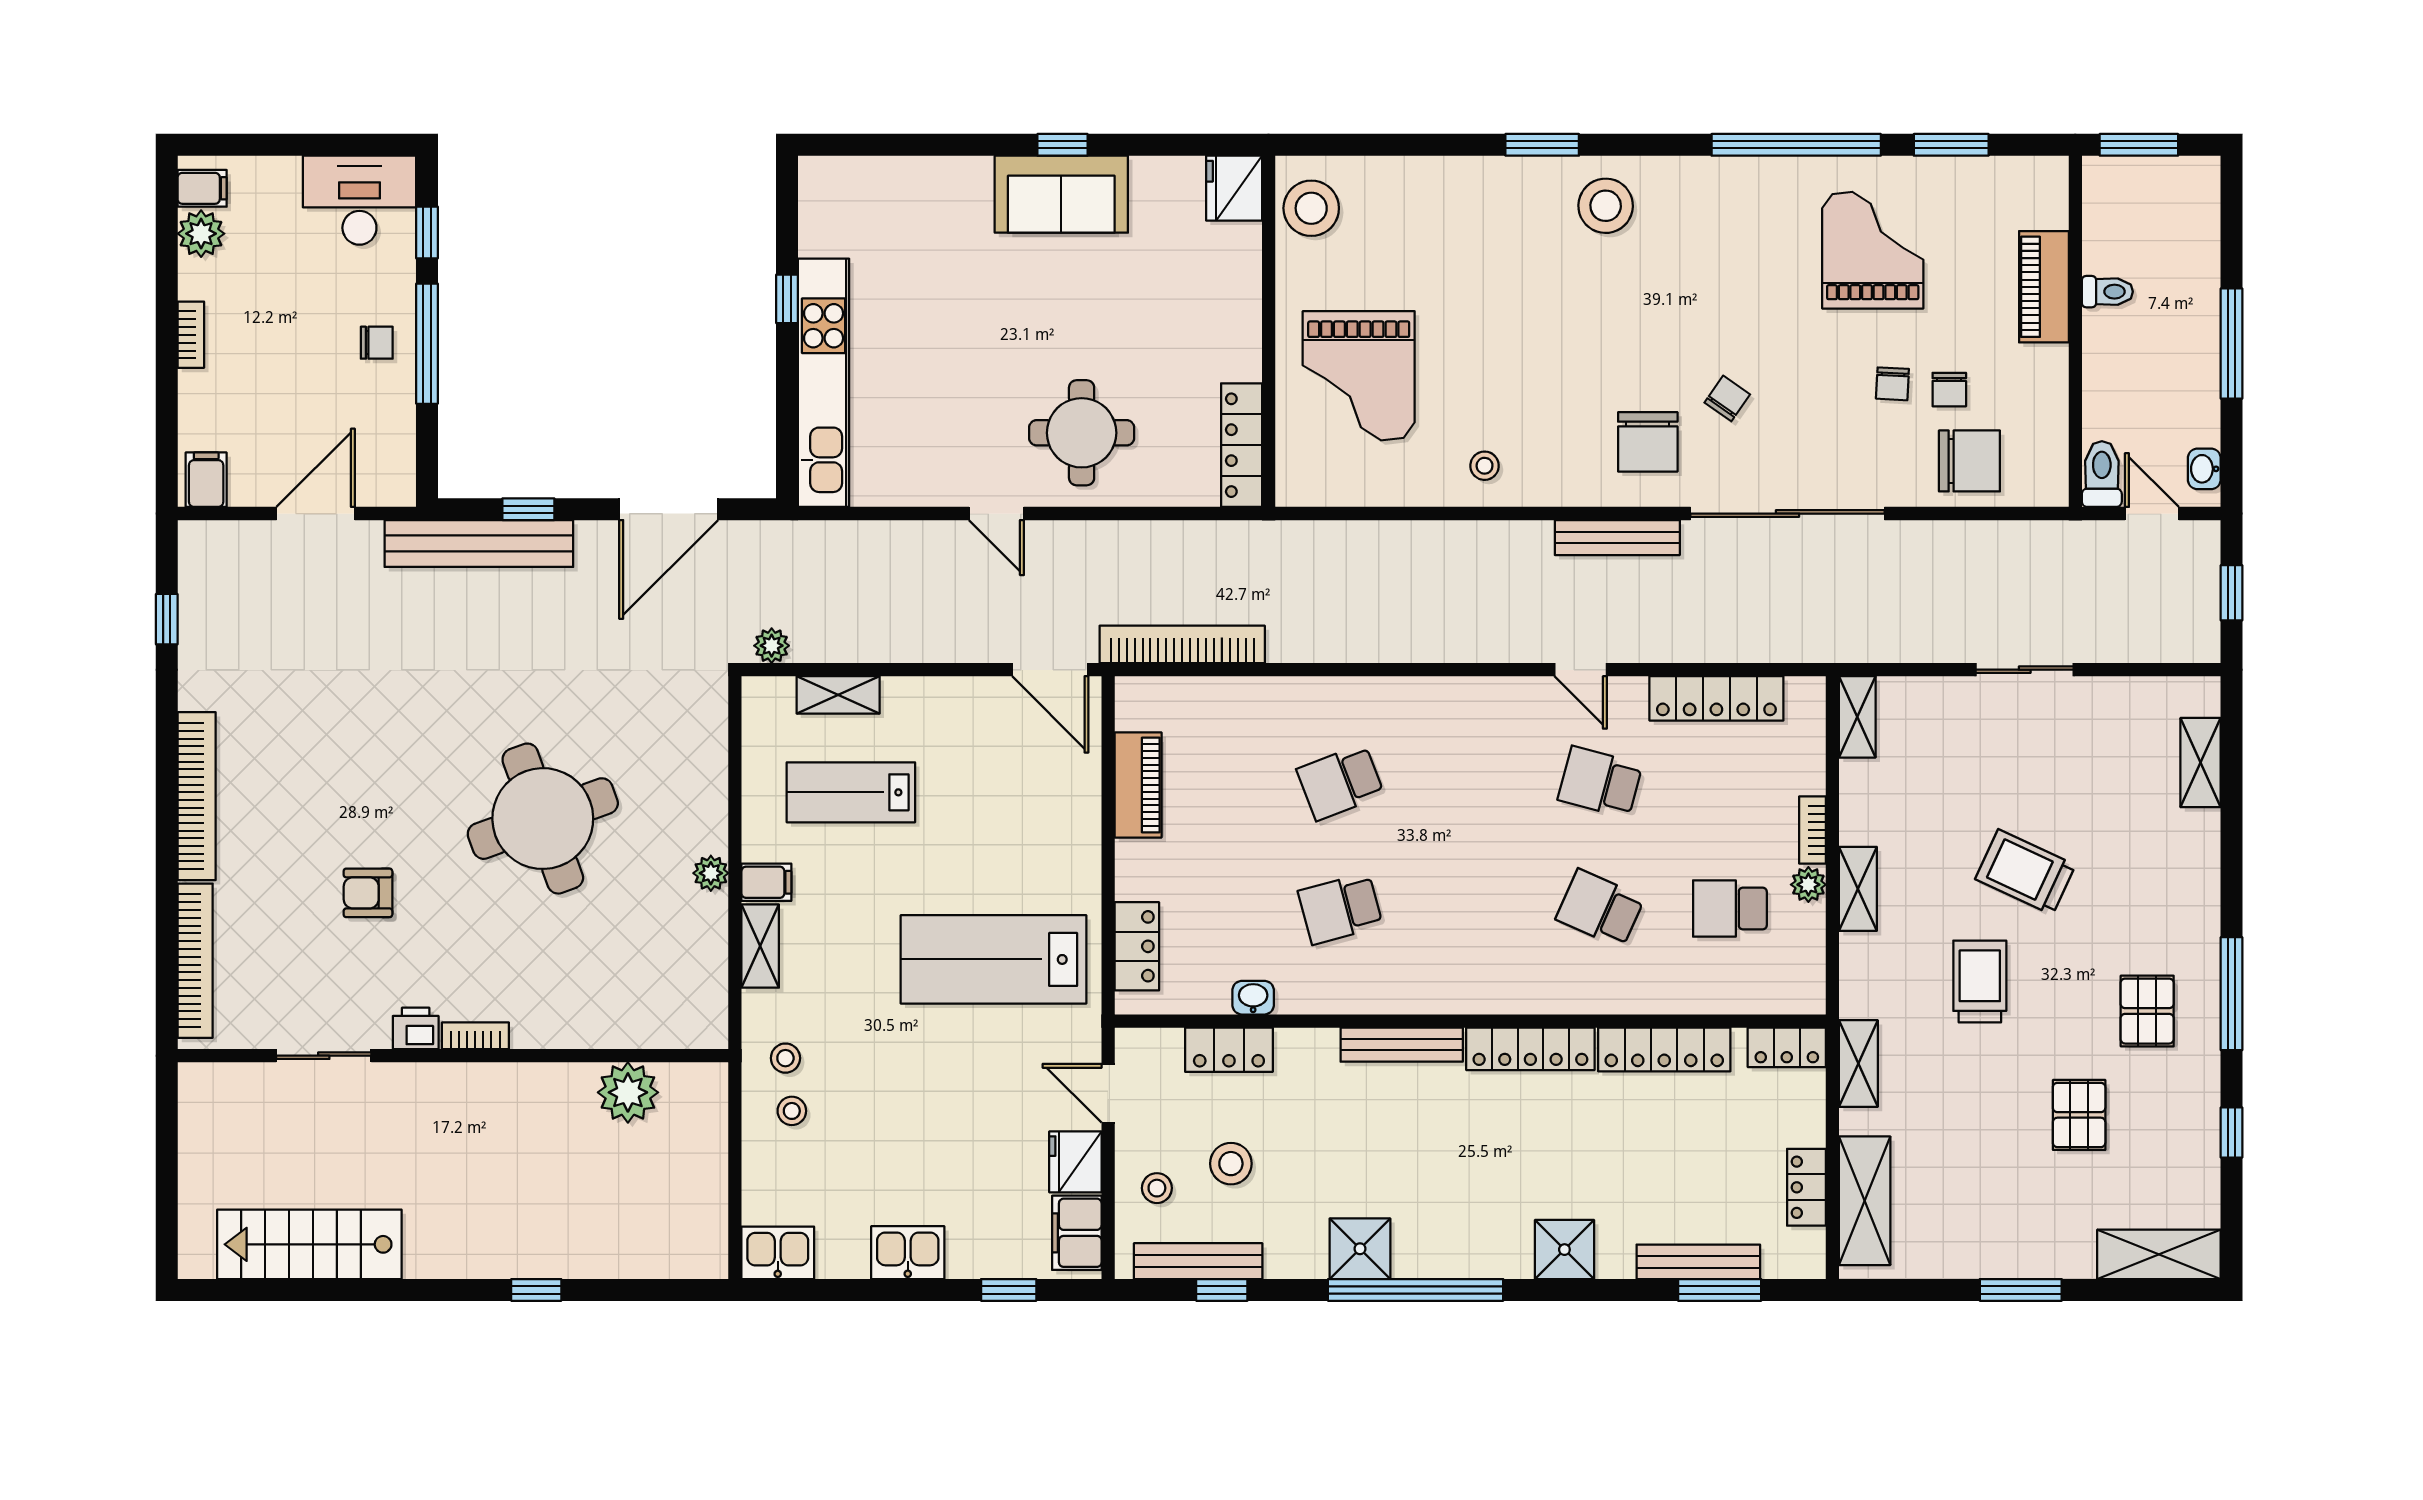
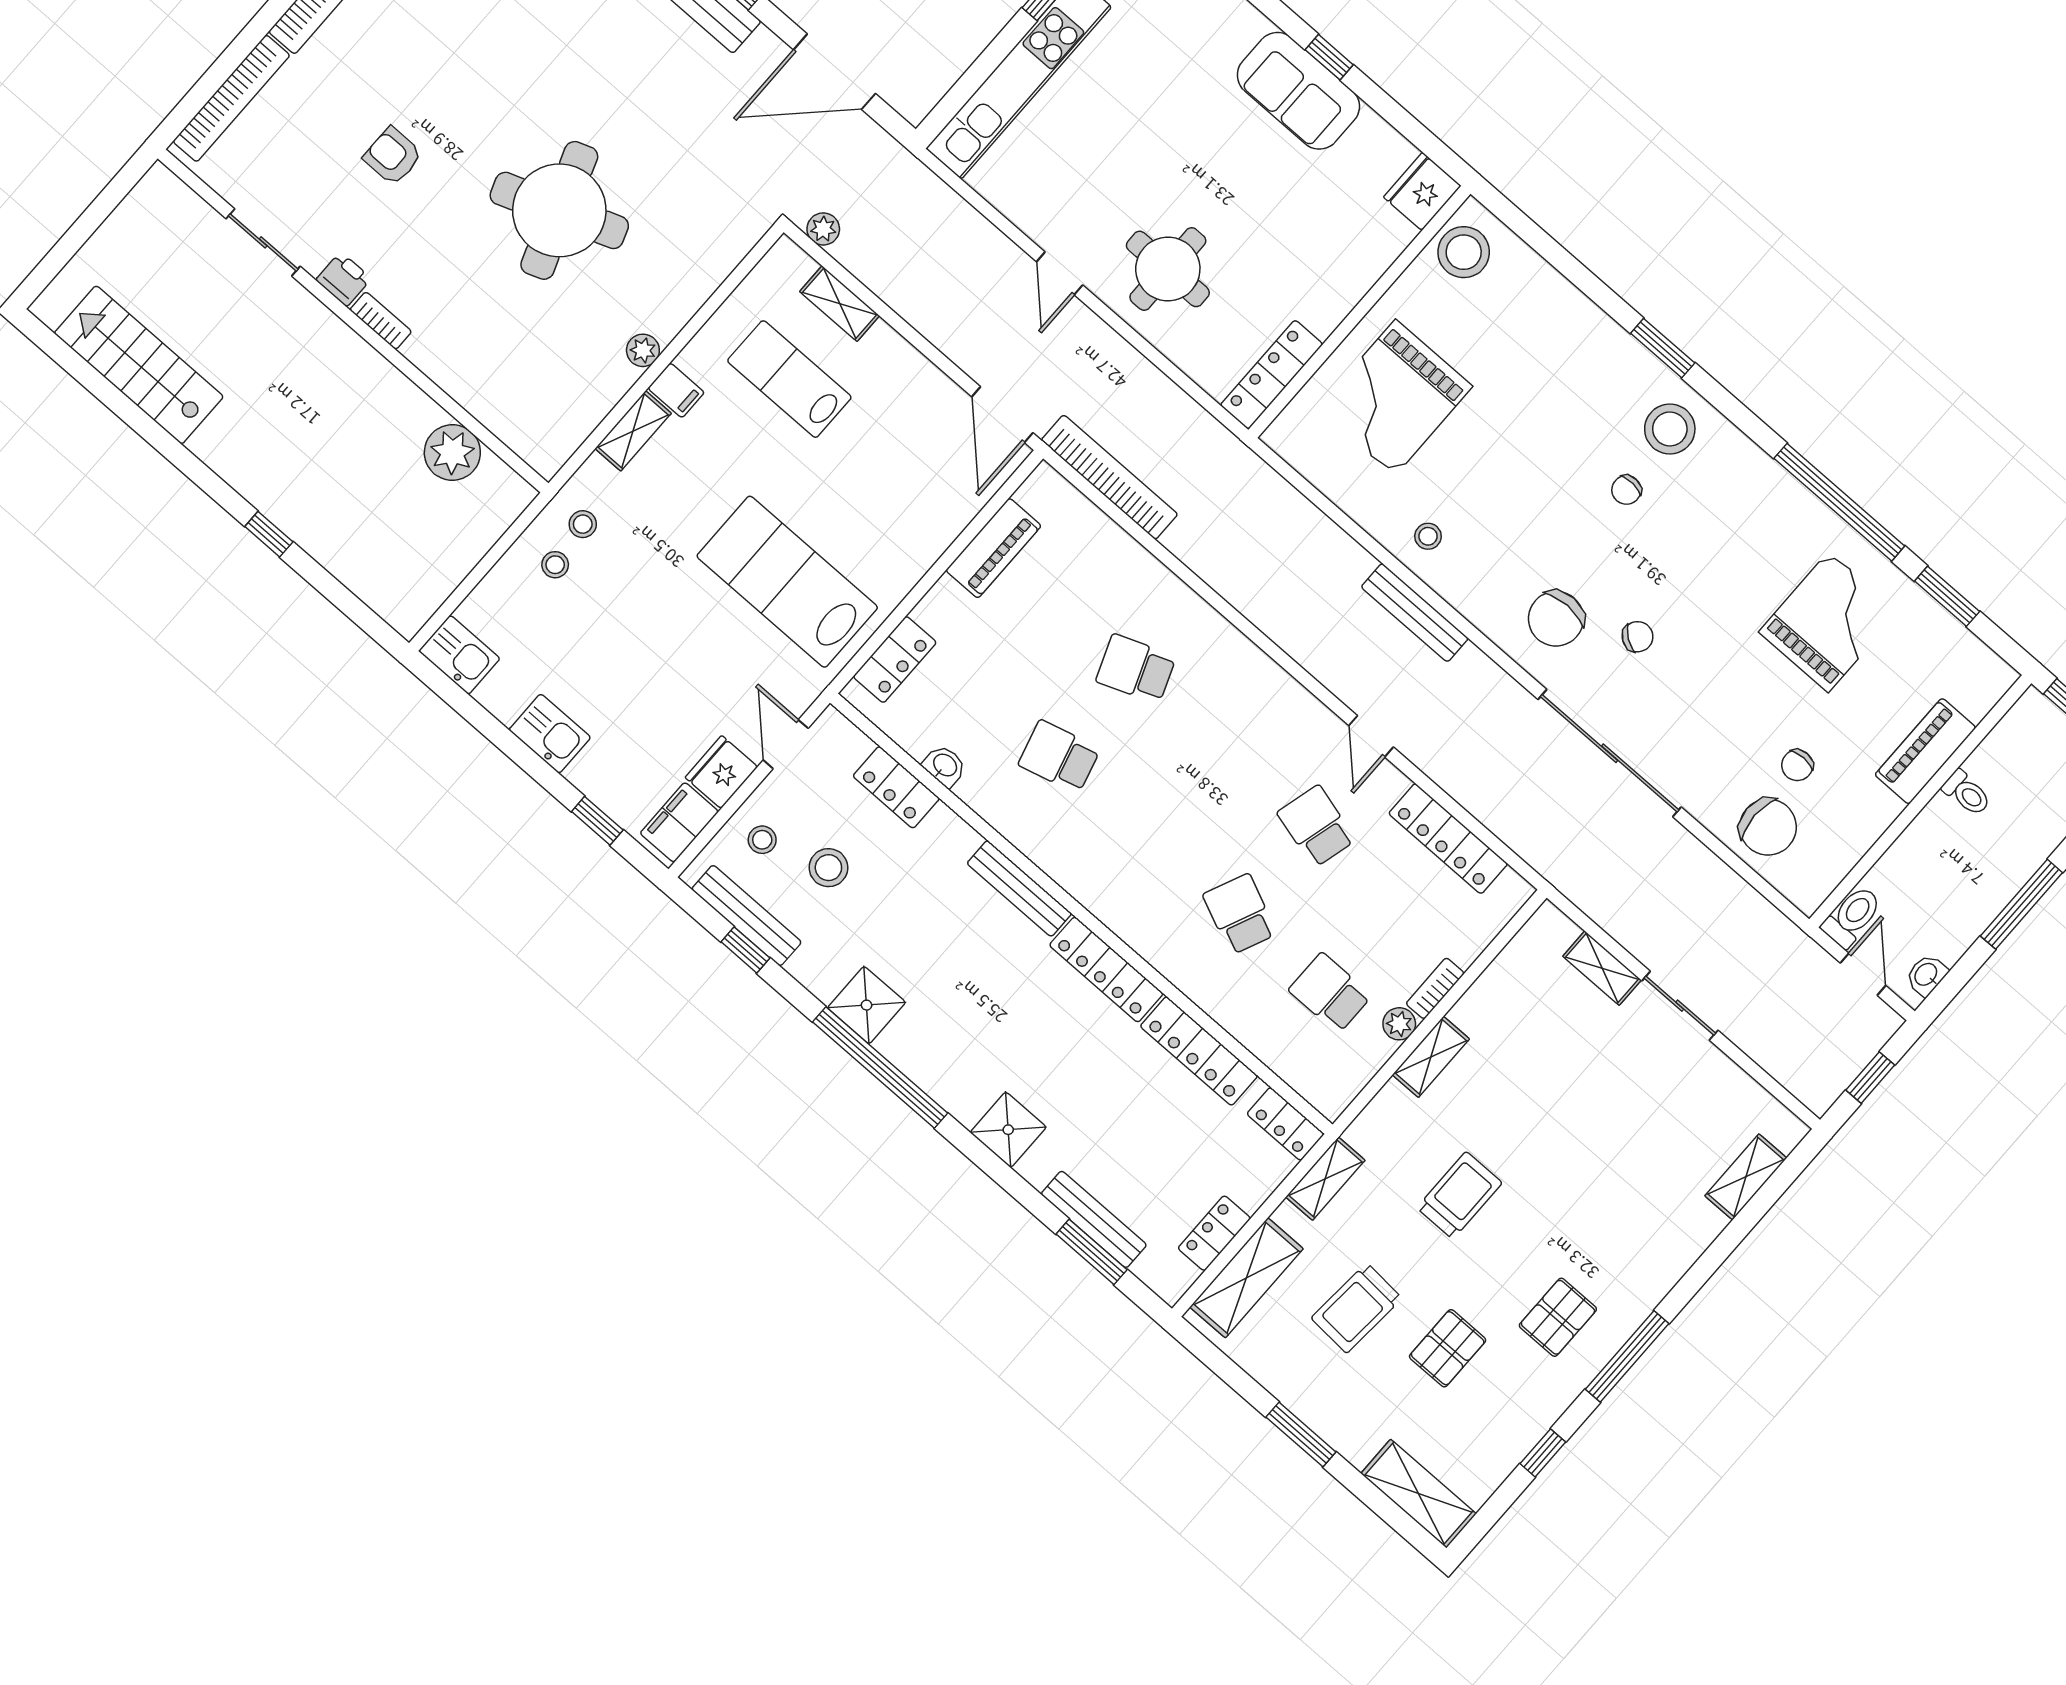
chair: (1892, 384) -> (1626, 490), moved
bench: (1617, 538) -> (1415, 613), moved
shelving: (1857, 717) -> (1602, 968), moved, turned 90
trolley: (2025, 872) -> (1357, 1308), moved, turned -111

